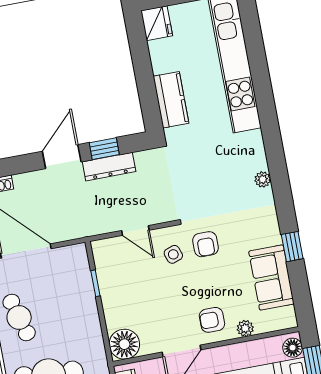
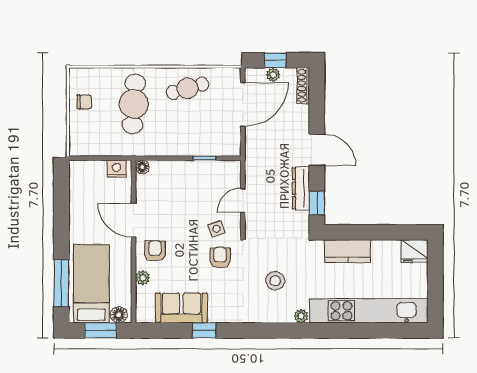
window: (104, 149) -> (317, 203), moved
stool: (220, 176) -> (275, 281), added
plant: (263, 179) -> (301, 316), moved
armchair: (206, 244) -> (220, 258), turned 90
floor lamp: (124, 344) -> (142, 167), width x0.53, depth x0.53

